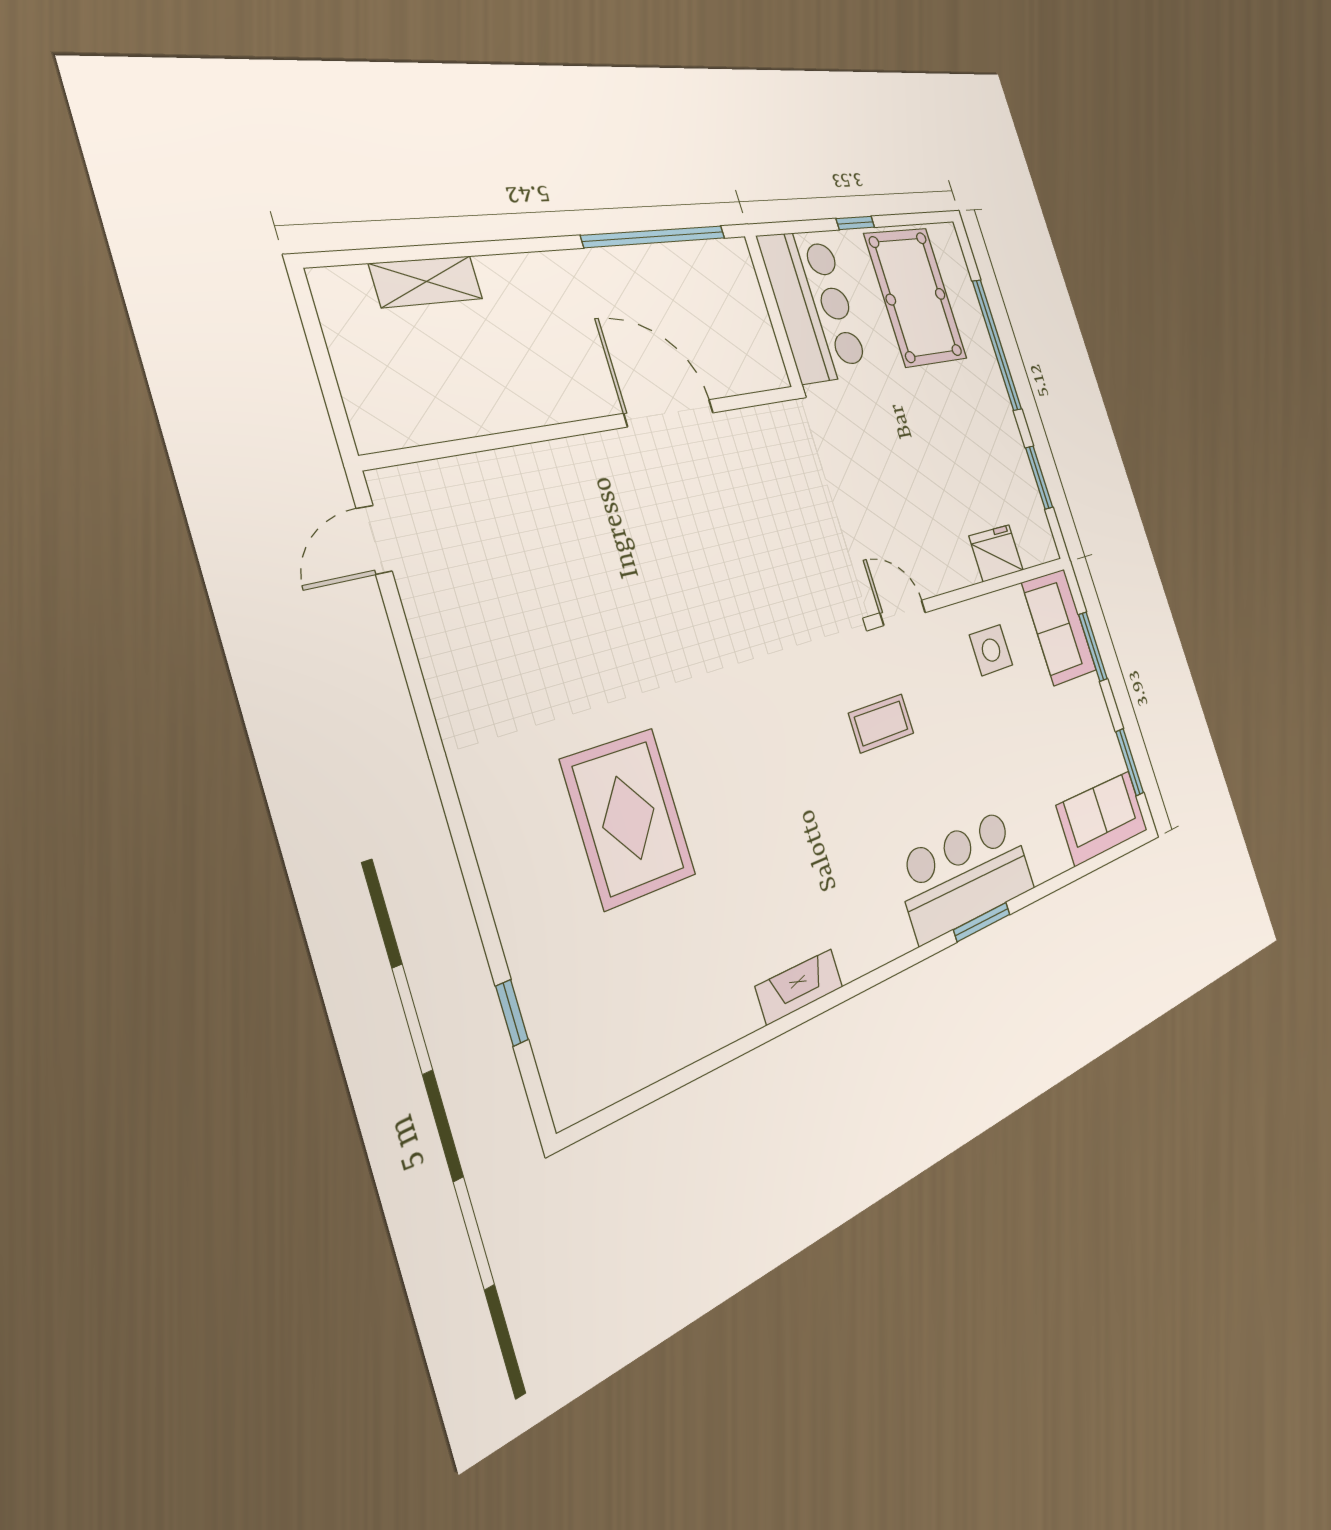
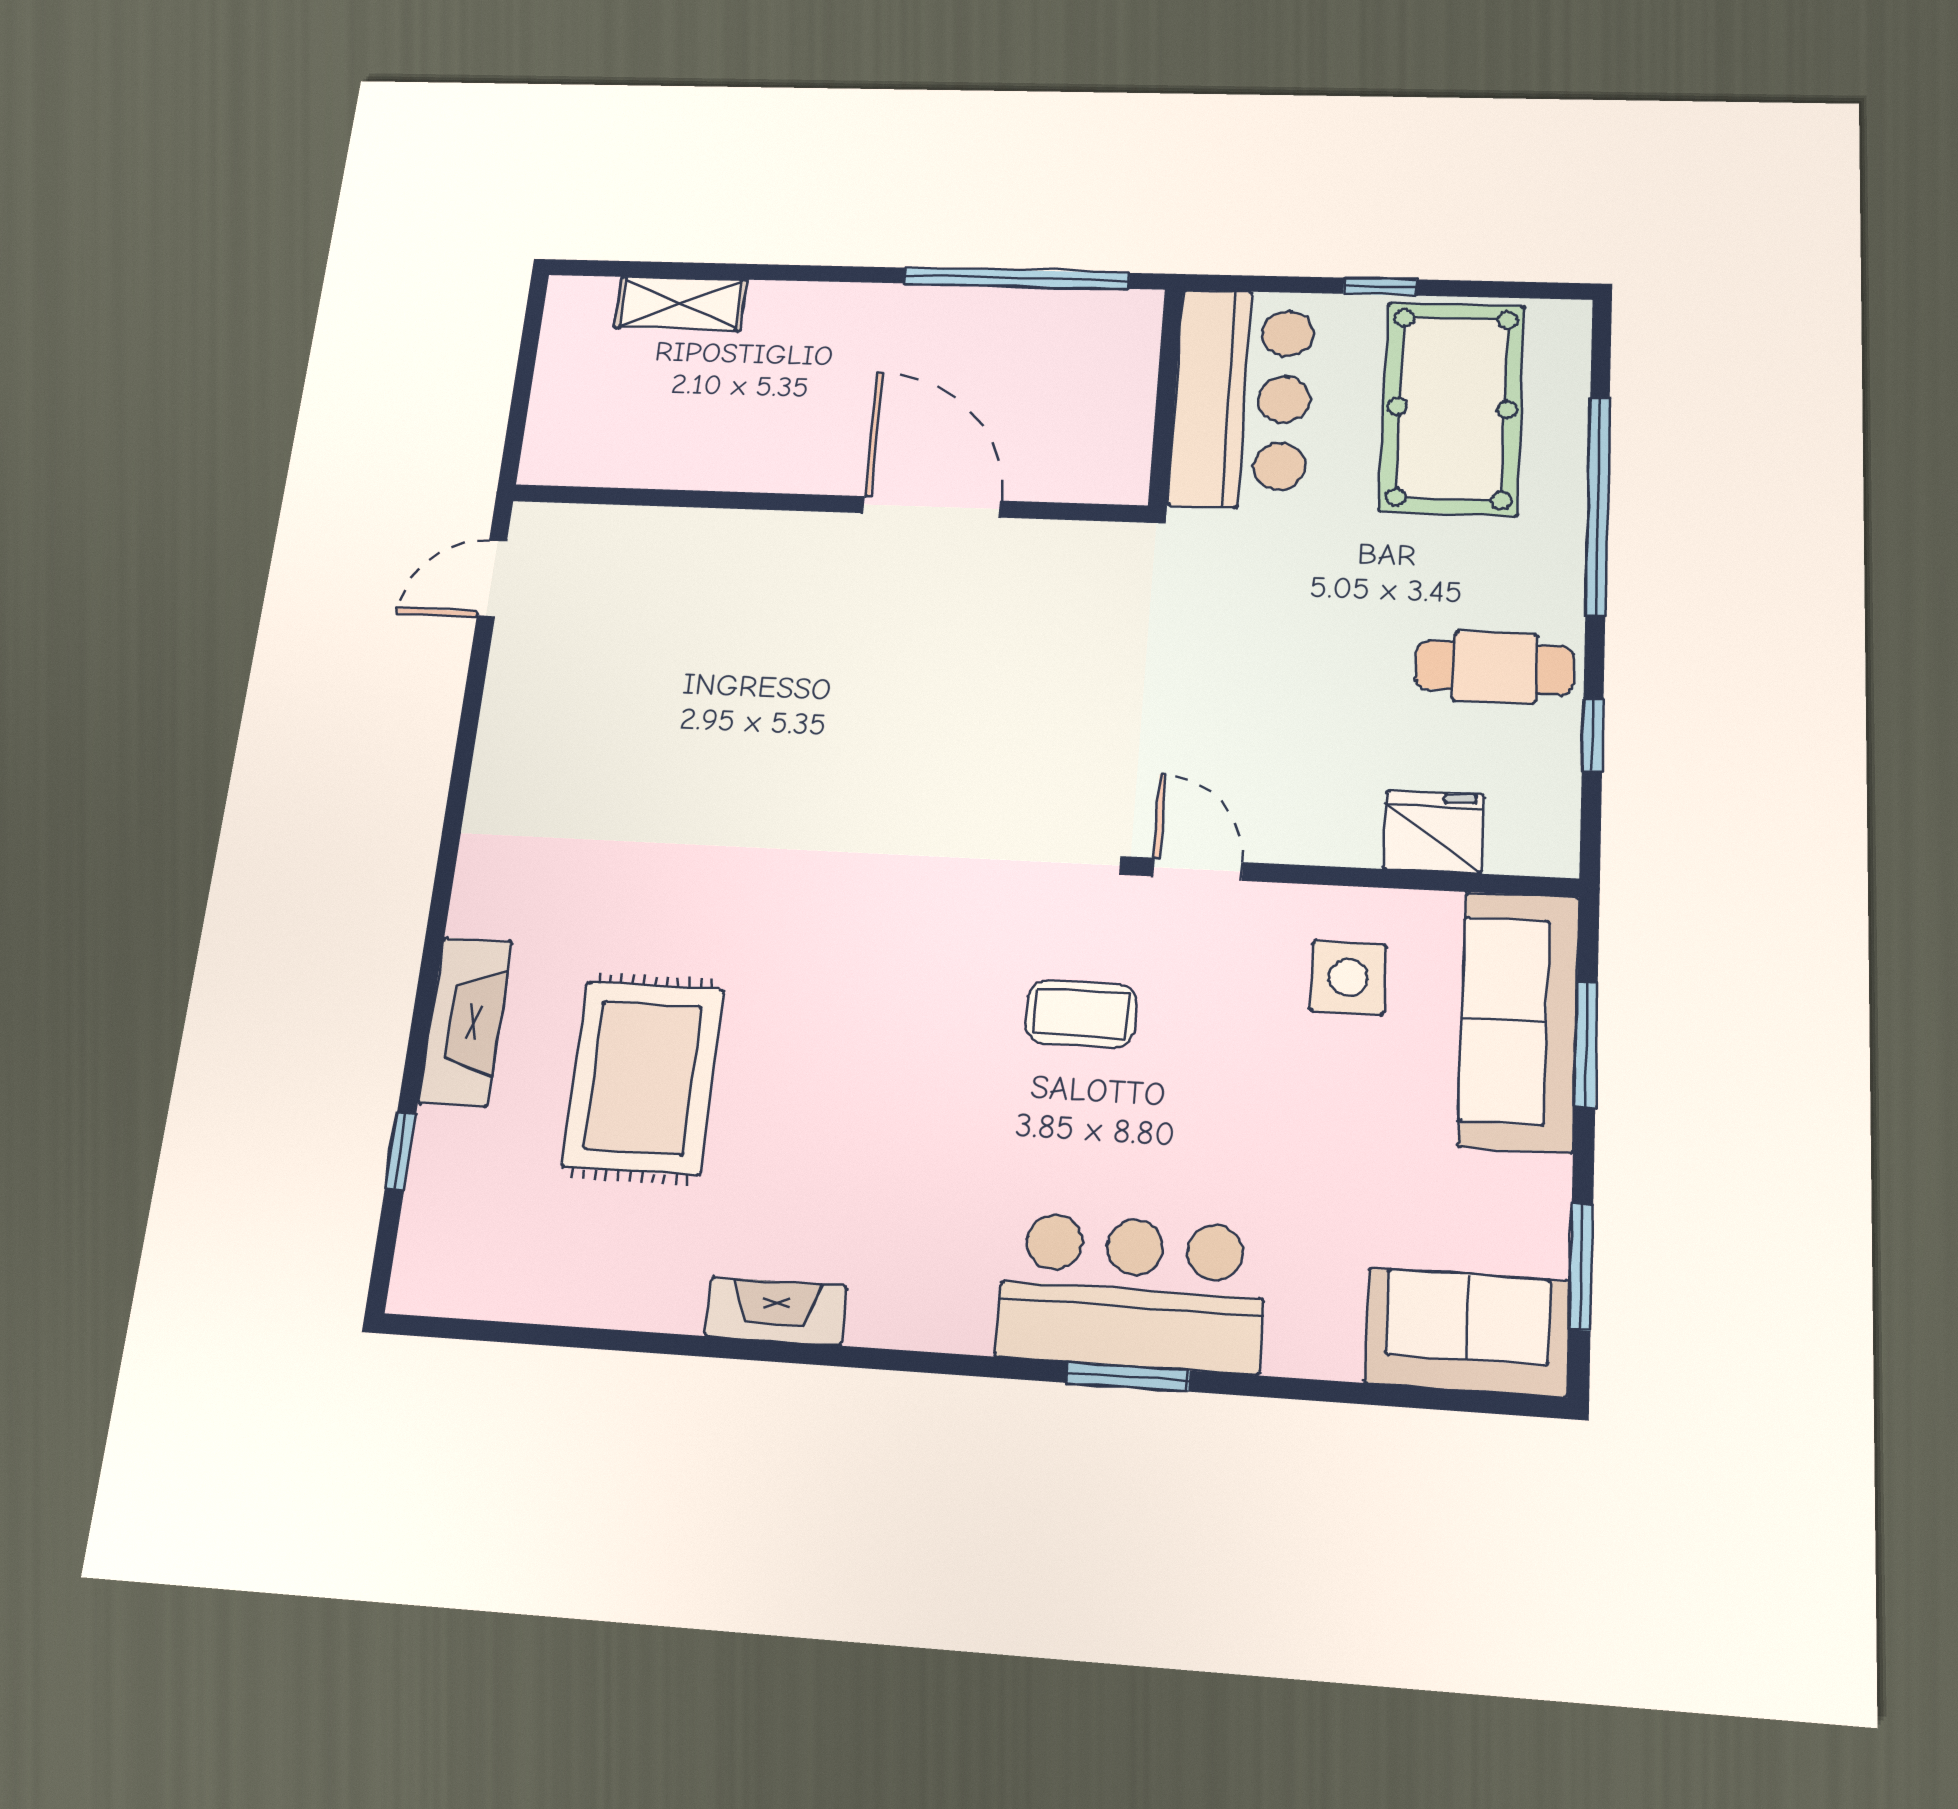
cafe table: (988, 450) -> (1495, 667), added
window: (1039, 478) -> (1593, 735), width x0.67
sofa: (1059, 627) -> (1519, 1021), width x1.36
rug: (629, 818) -> (643, 1077), moved
fireplace: (516, 895) -> (465, 1022), added

